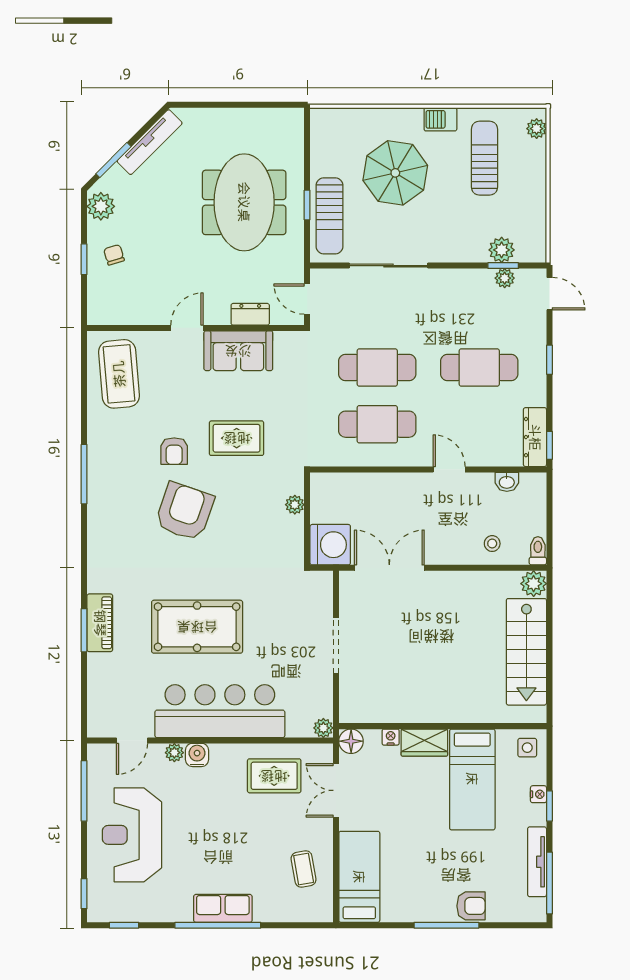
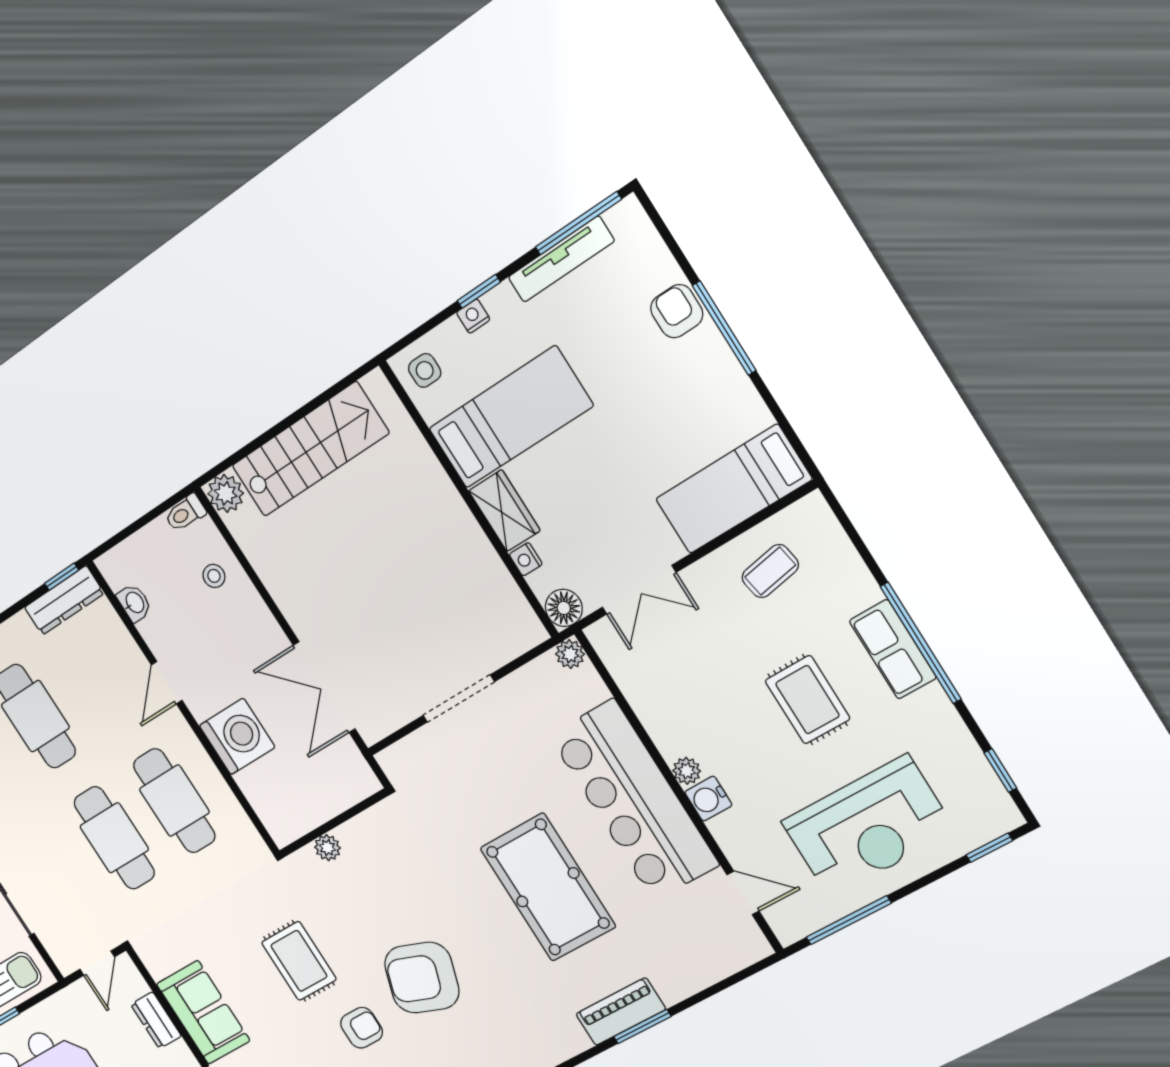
washing machine: (330, 545) -> (237, 736), moved, turned 90
plant: (174, 753) -> (687, 771), moved
rug: (274, 776) -> (807, 700), moved

